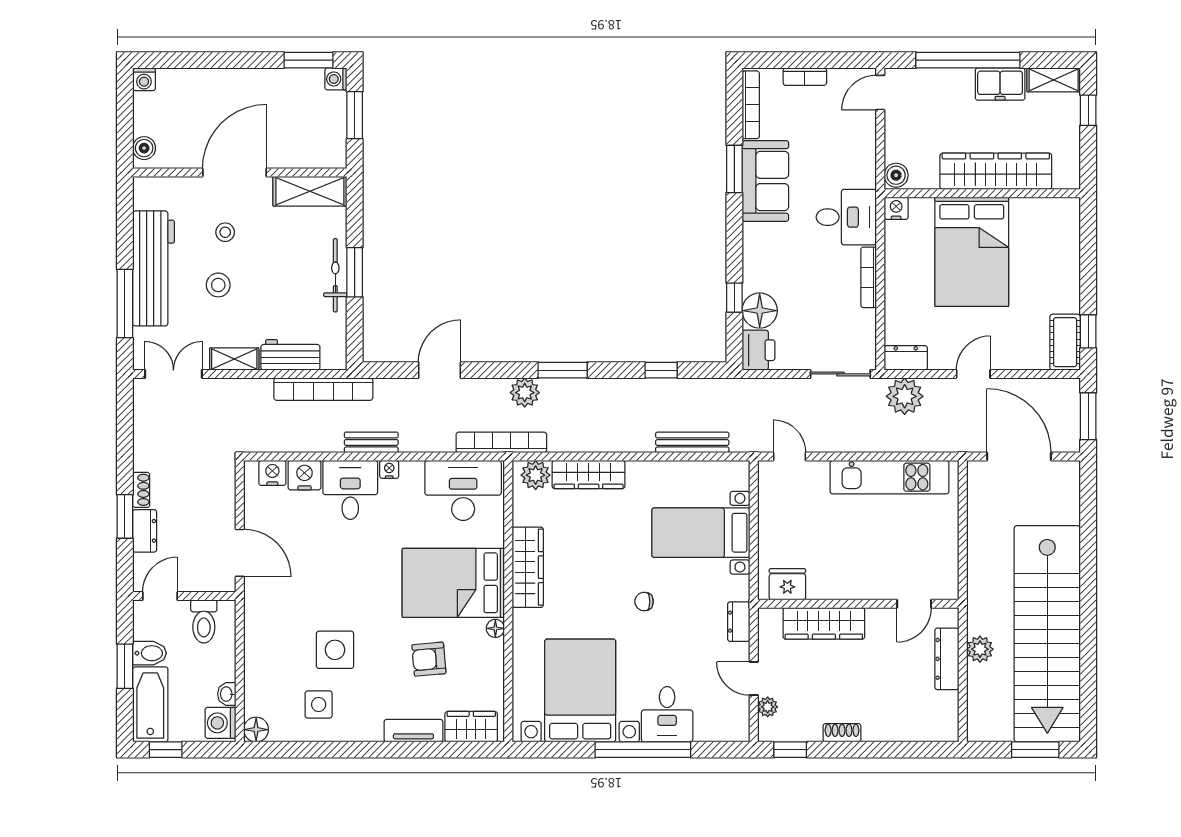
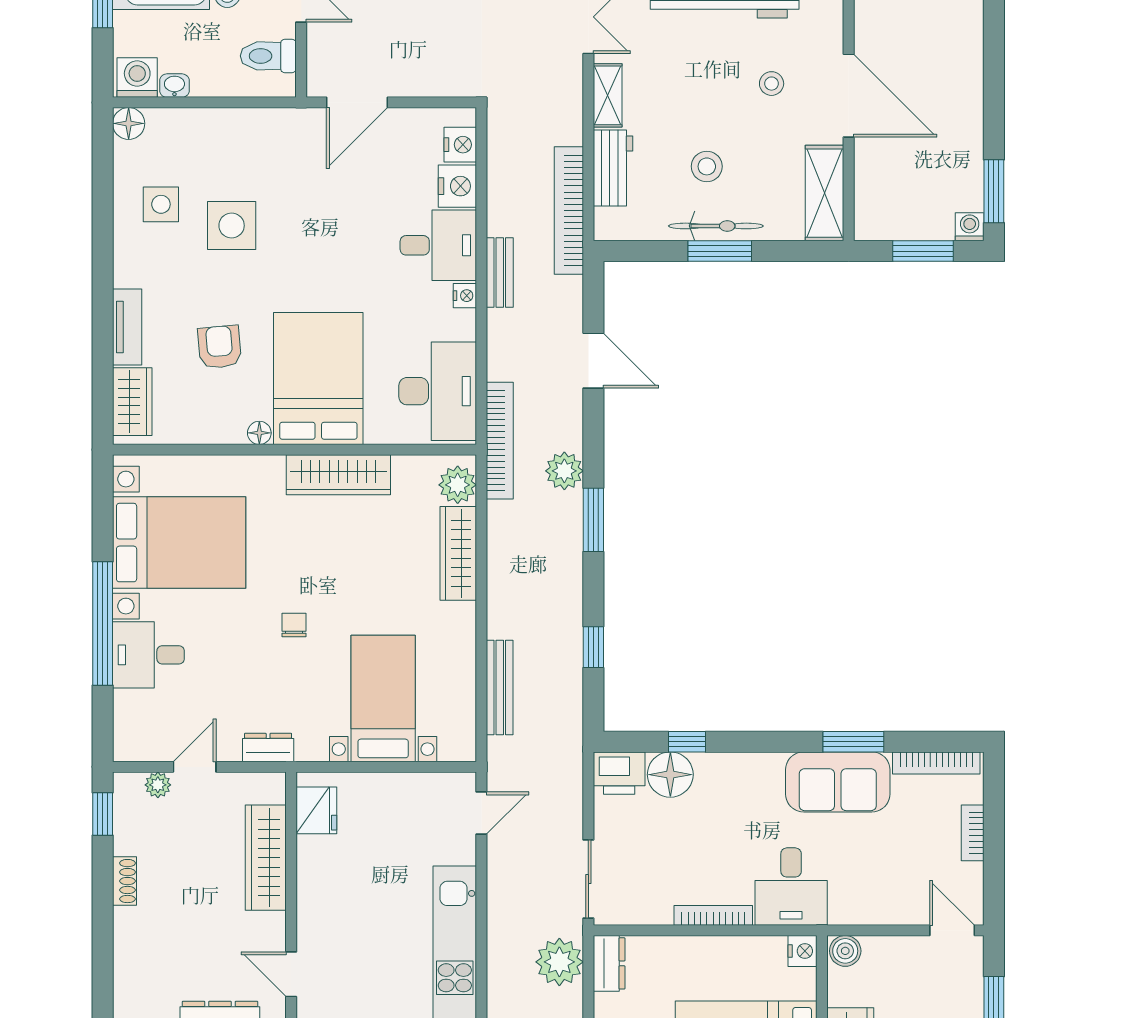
stool: (218, 285) -> (707, 166), moved

